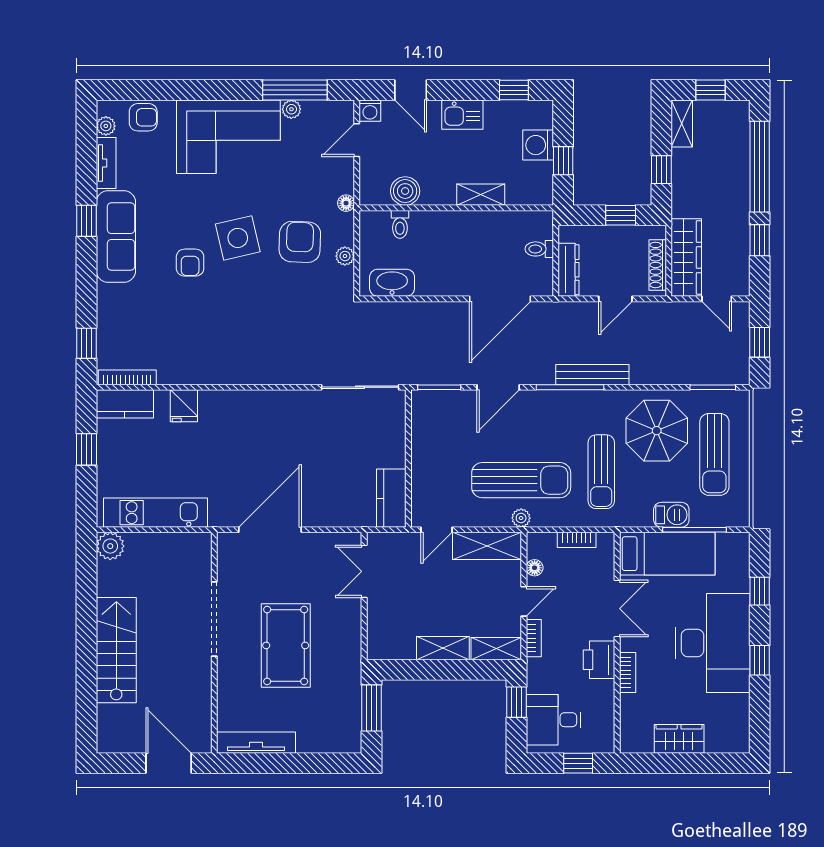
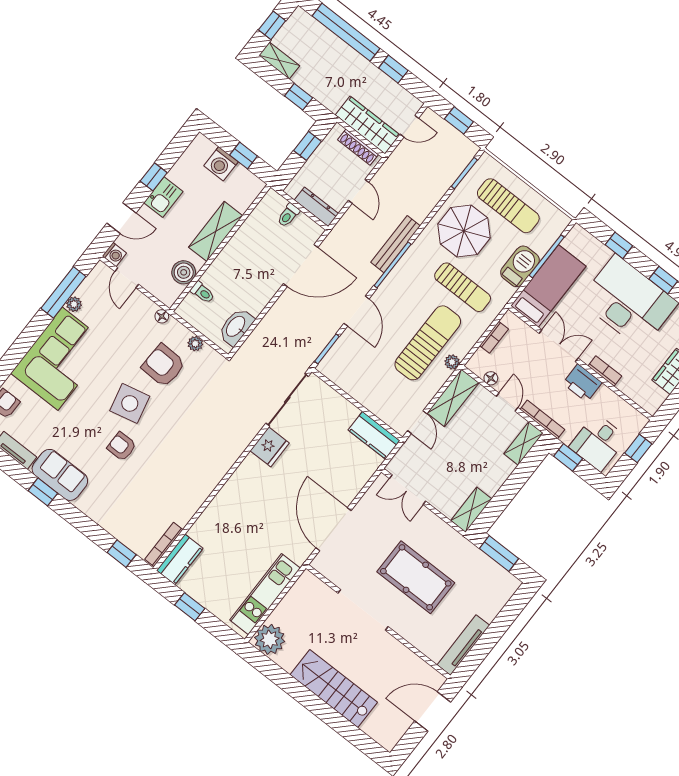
window: (514, 90) -> (154, 177), moved
shelving: (481, 195) -> (216, 231), width x1.50, depth x1.33
sofa: (116, 237) -> (60, 475), width x0.73
armchair: (190, 263) -> (122, 446), turned 180
door: (500, 299) -> (301, 265), hinge flipped
fridge: (184, 406) -> (270, 447), moved, width x1.38
barbecue: (671, 515) -> (520, 266), width x1.38, depth x1.27
plant: (110, 546) -> (270, 639), width x1.36, depth x1.36
bookcase: (534, 638) -> (542, 419), width x1.56
shelving: (443, 648) -> (471, 510), moved

